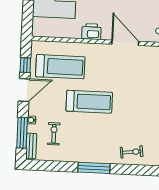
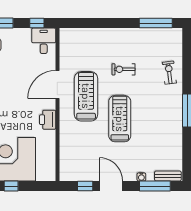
treadmill: (60, 67) -> (86, 96), moved
exercise bike: (54, 134) -> (124, 69), moved

